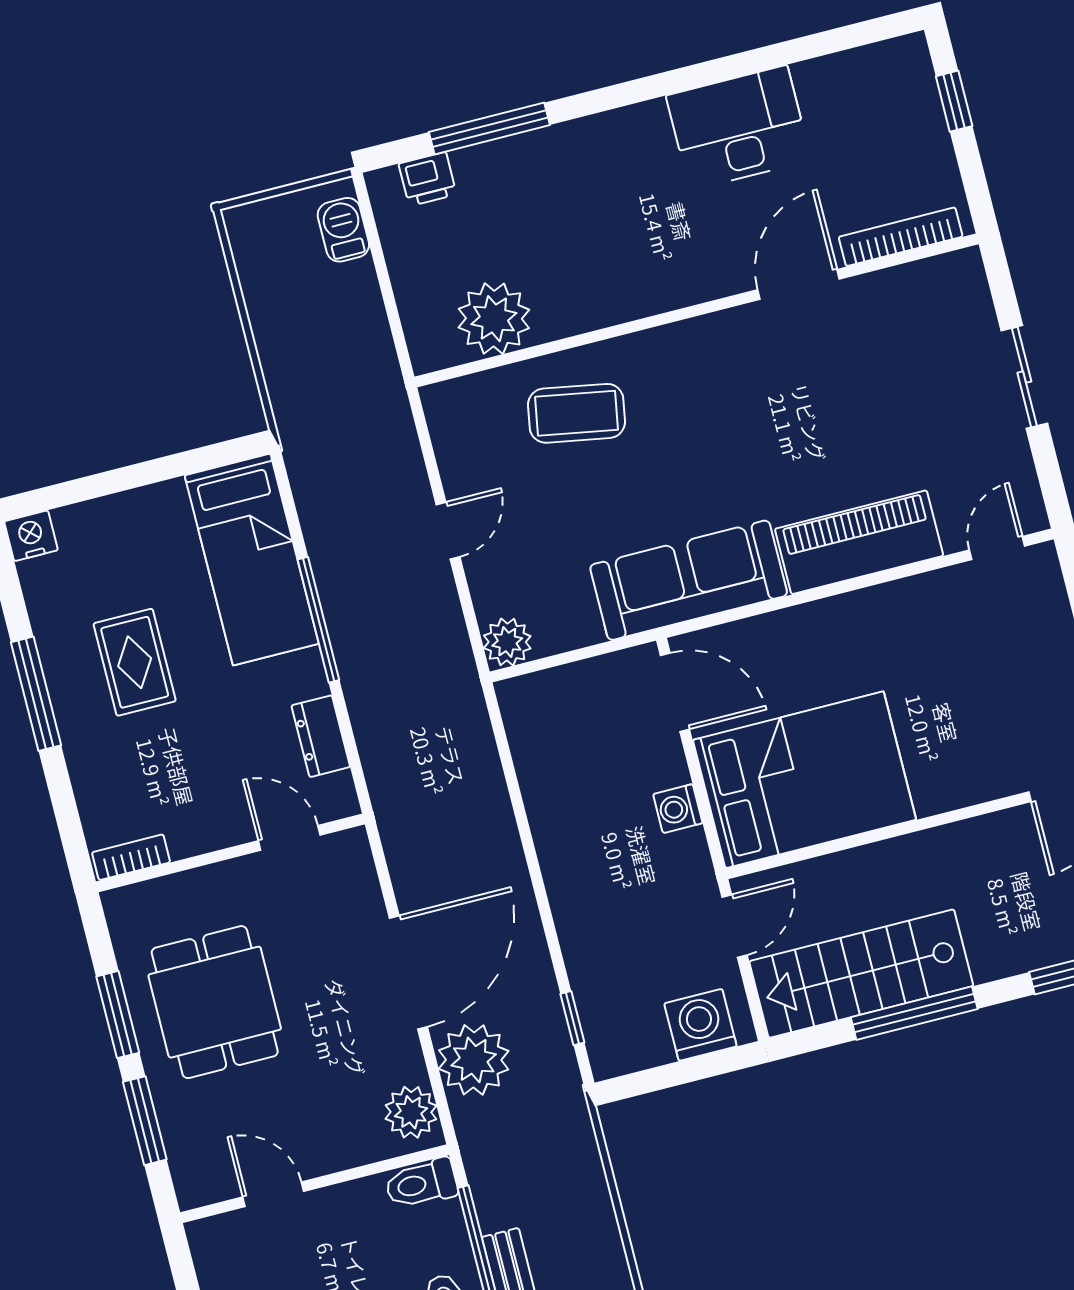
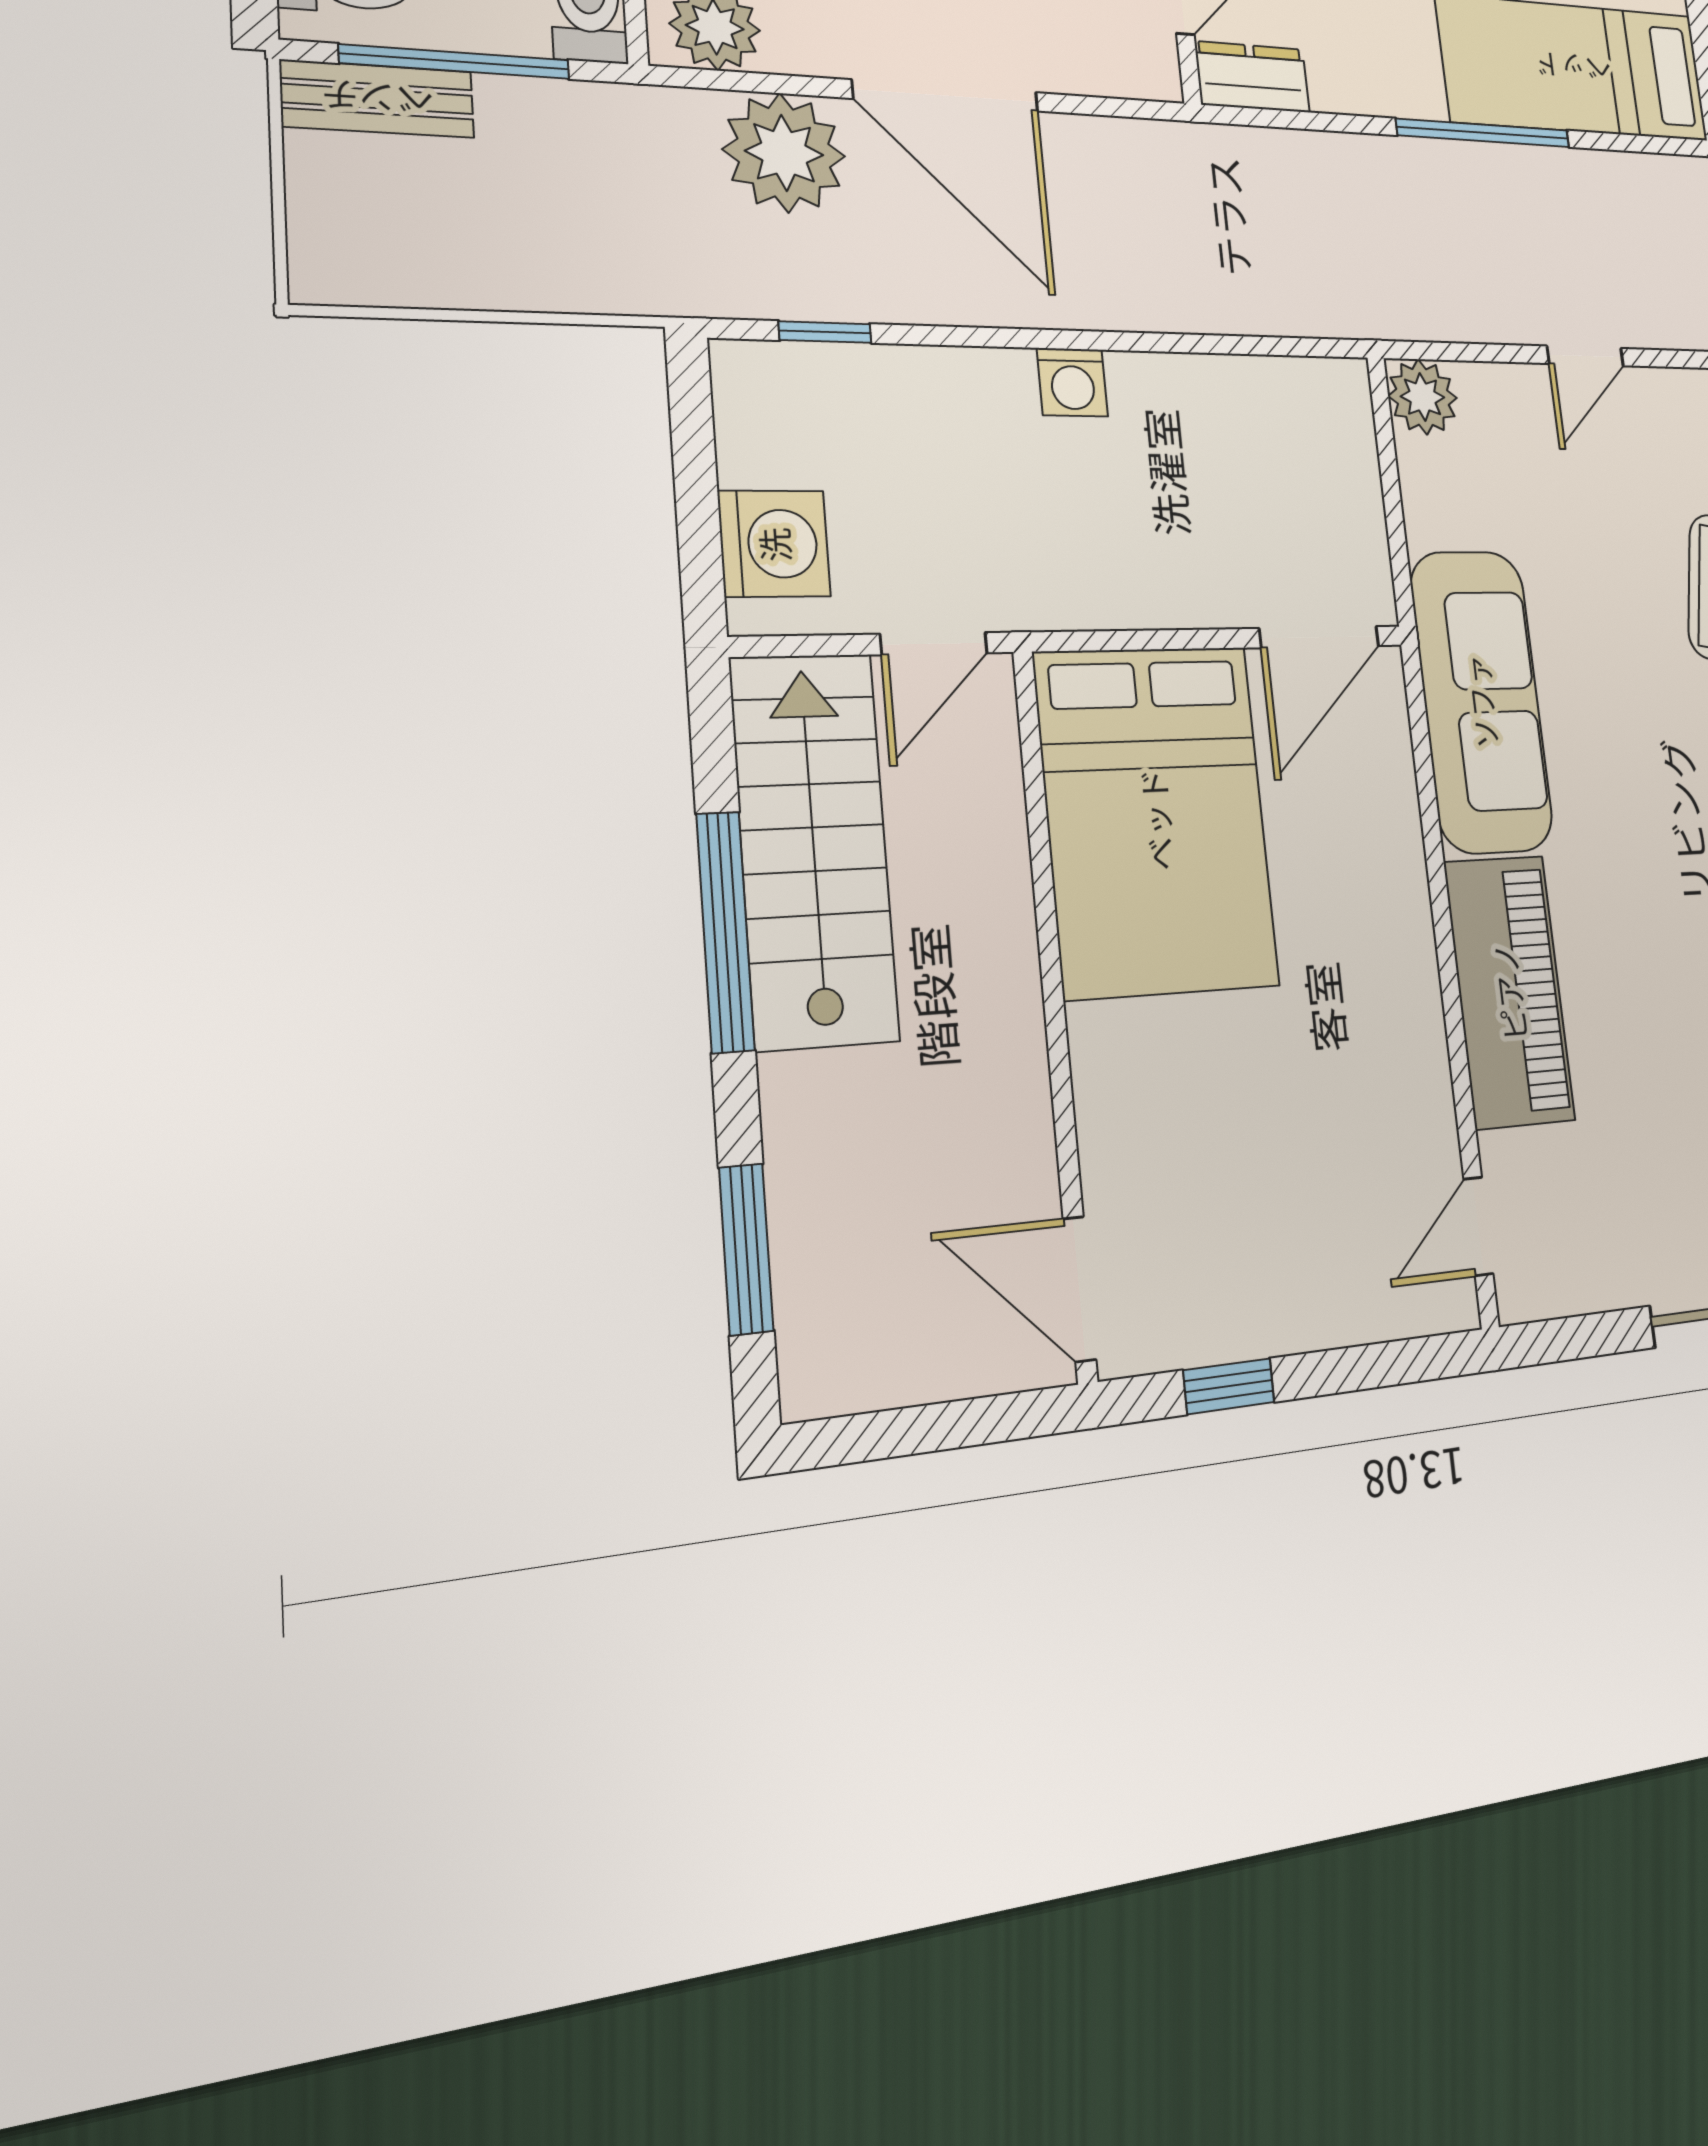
door: (448, 531) -> (1585, 356), hinge flipped
door: (997, 548) -> (1478, 1226), swing flipped
dresser: (321, 736) -> (1252, 77), moved
washing machine: (678, 809) -> (1072, 382), moved, turned 180
door: (734, 926) -> (934, 644), hinge flipped

